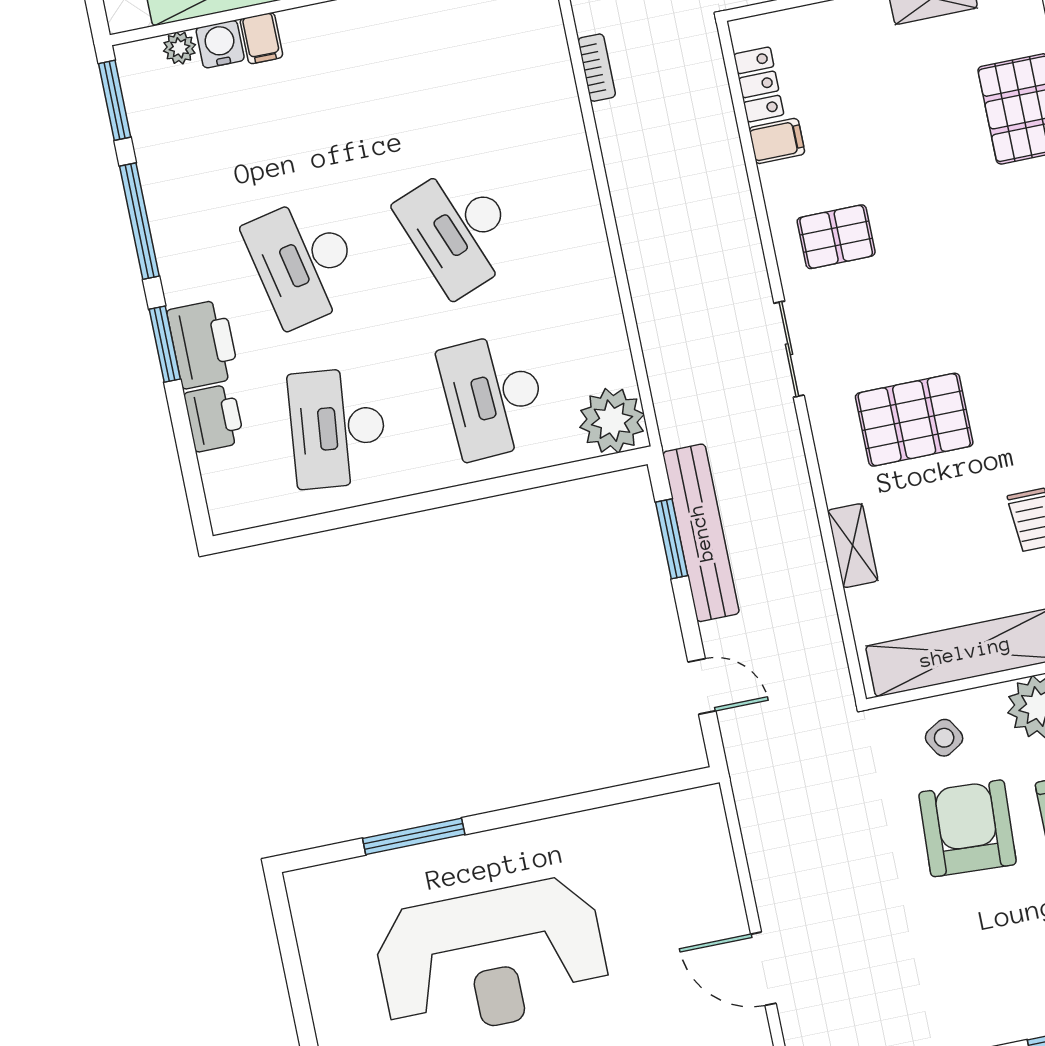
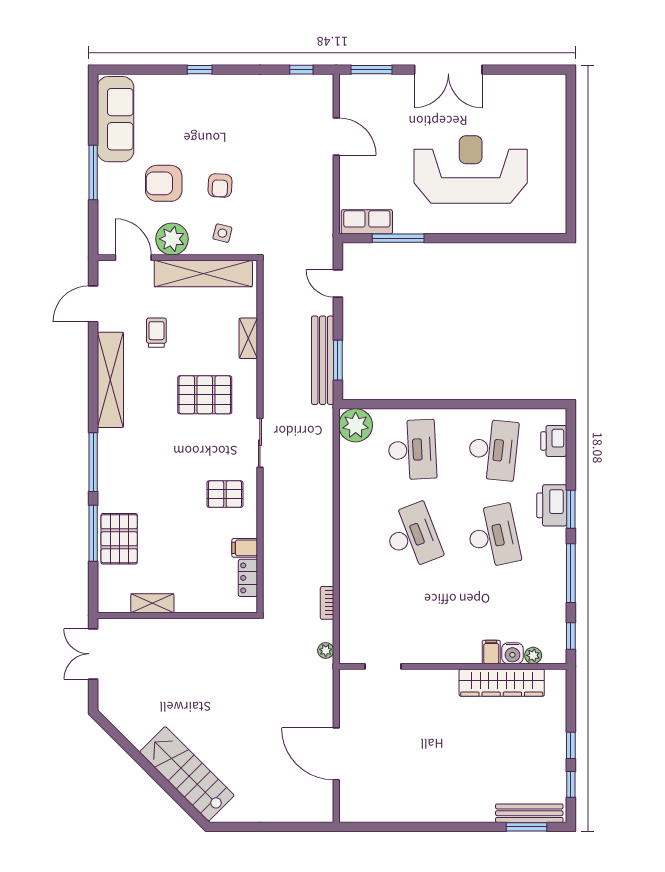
window: (115, 100) -> (571, 636), width x0.67
printer: (214, 418) -> (554, 441), moved
side table: (944, 738) -> (222, 233), turned 45
row of seats: (671, 817) -> (367, 222), added
armchair: (968, 828) -> (220, 186), width x0.53, depth x0.53
window: (414, 836) -> (398, 238), moved

